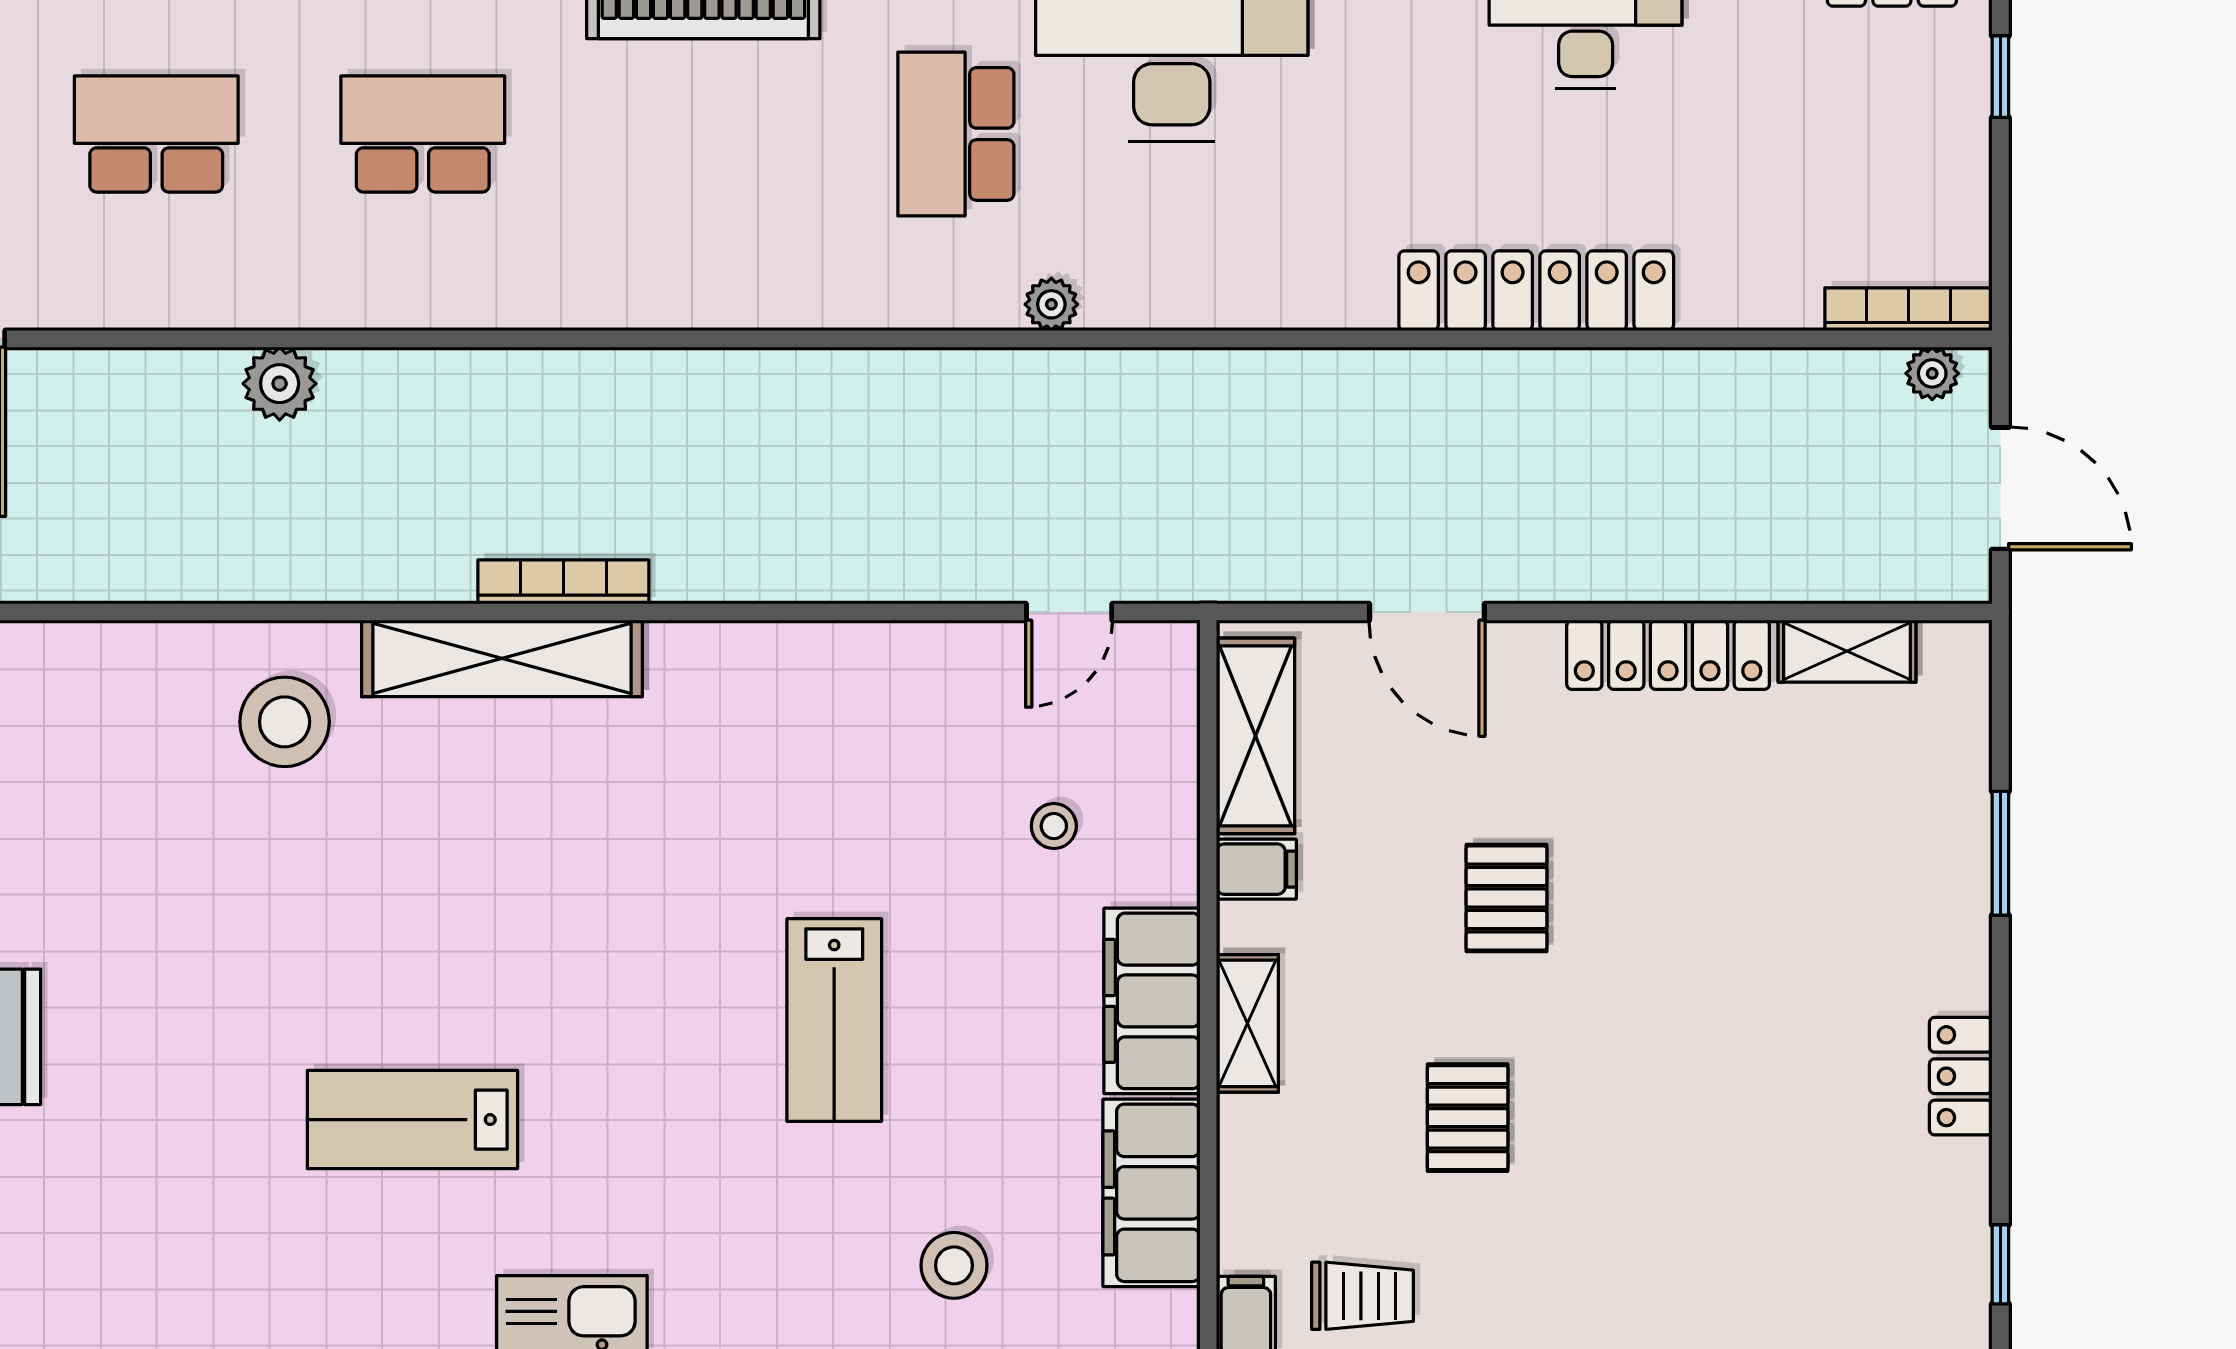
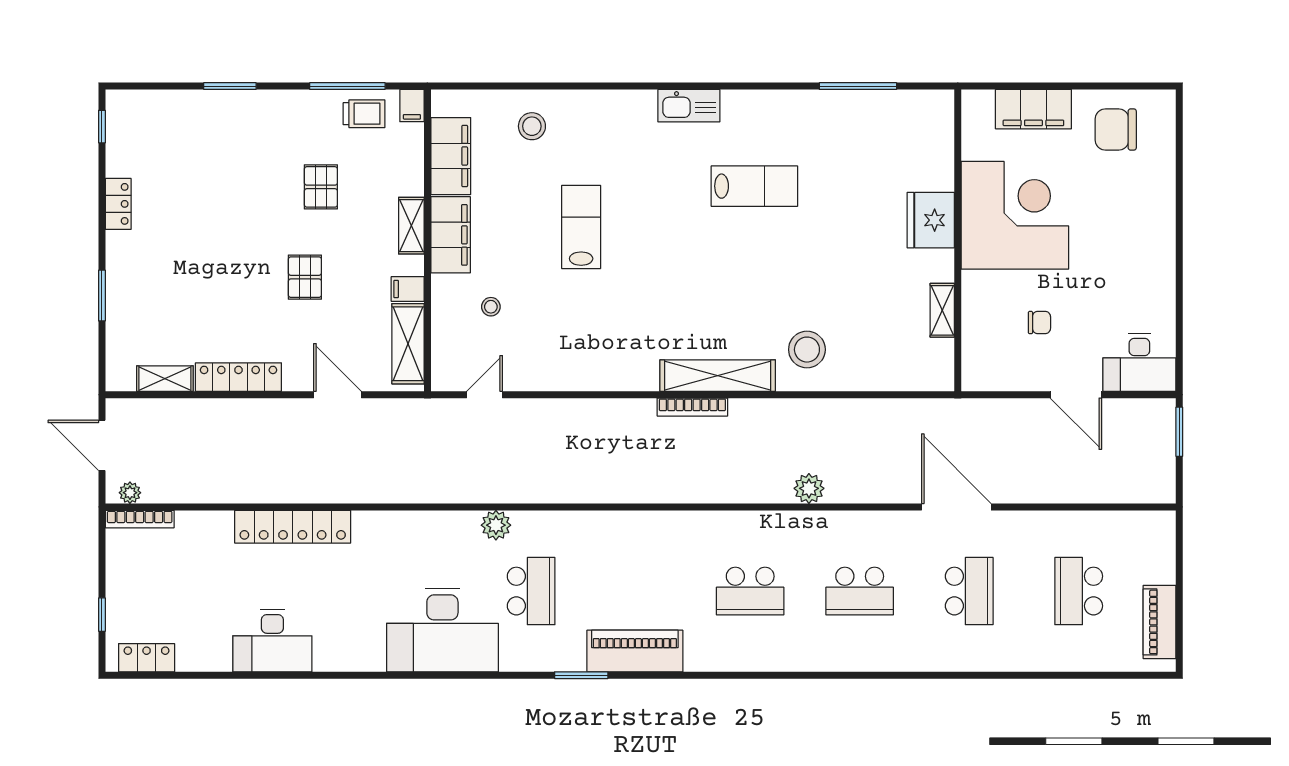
plant: (1051, 304) -> (496, 525), width x1.38, depth x1.38
trolley: (1363, 1296) -> (364, 114), turned 180

